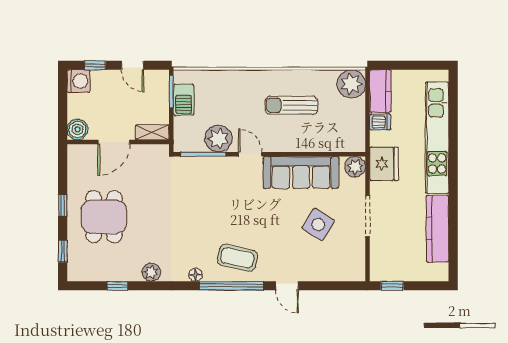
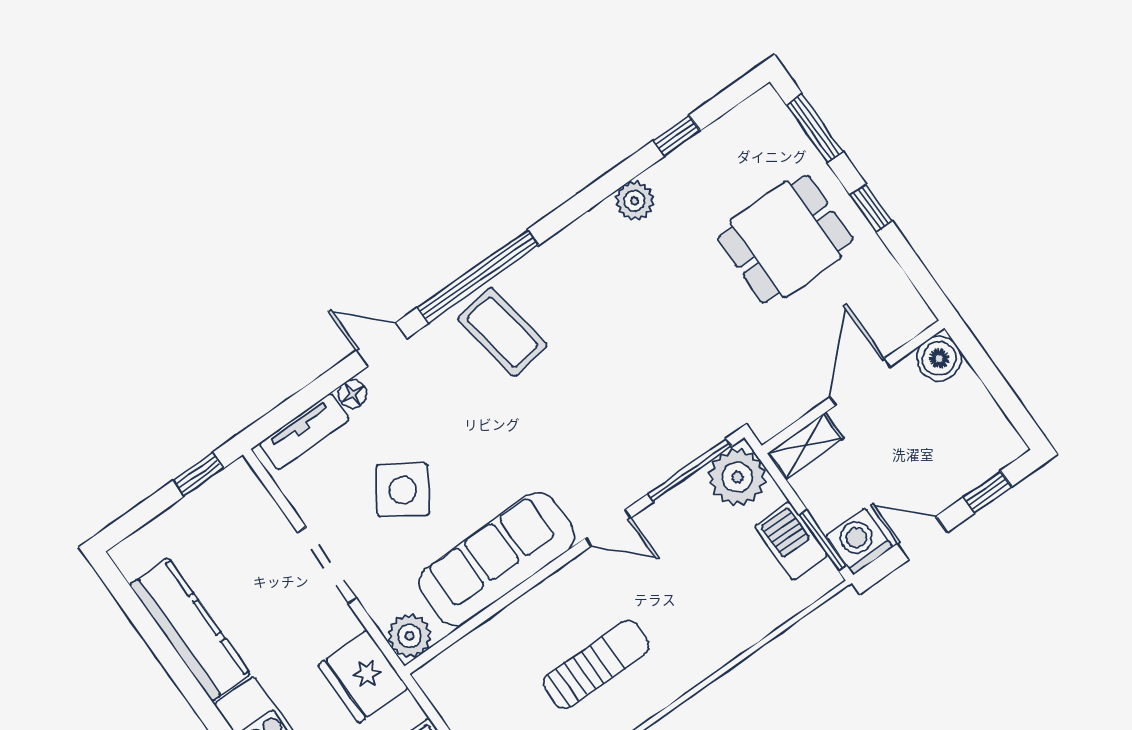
washing machine: (79, 81) -> (859, 541), moved, turned 90
plant: (219, 139) -> (737, 477), moved
dining table: (104, 217) -> (785, 239), turned 90
window: (63, 251) -> (815, 129), width x1.50
coffee table: (237, 258) -> (502, 332), turned 69
tv unit: (340, 273) -> (304, 432), added
floor lamp: (195, 275) -> (352, 394), moved

